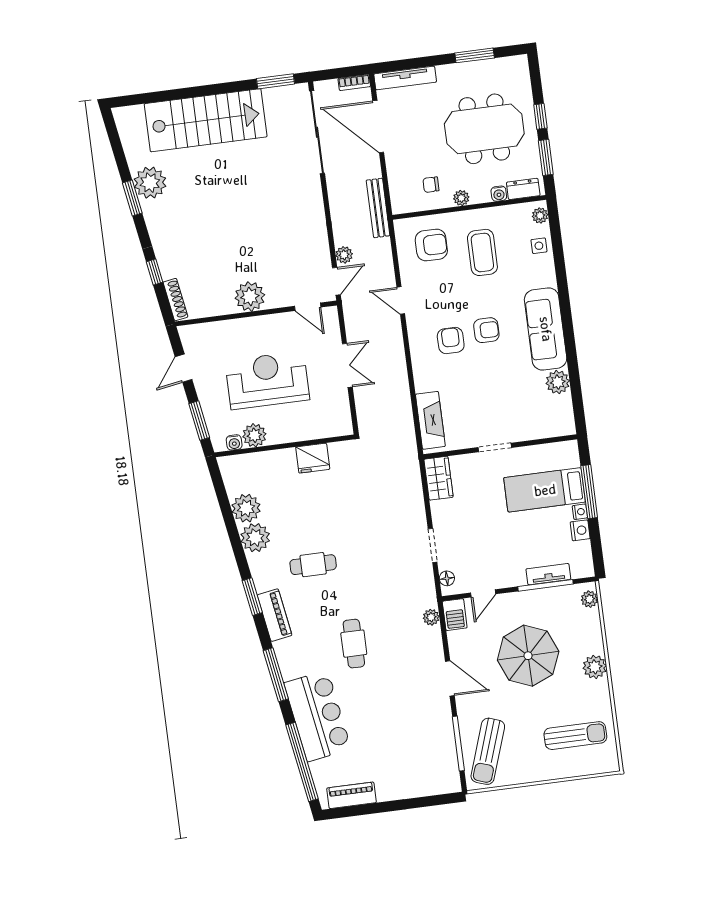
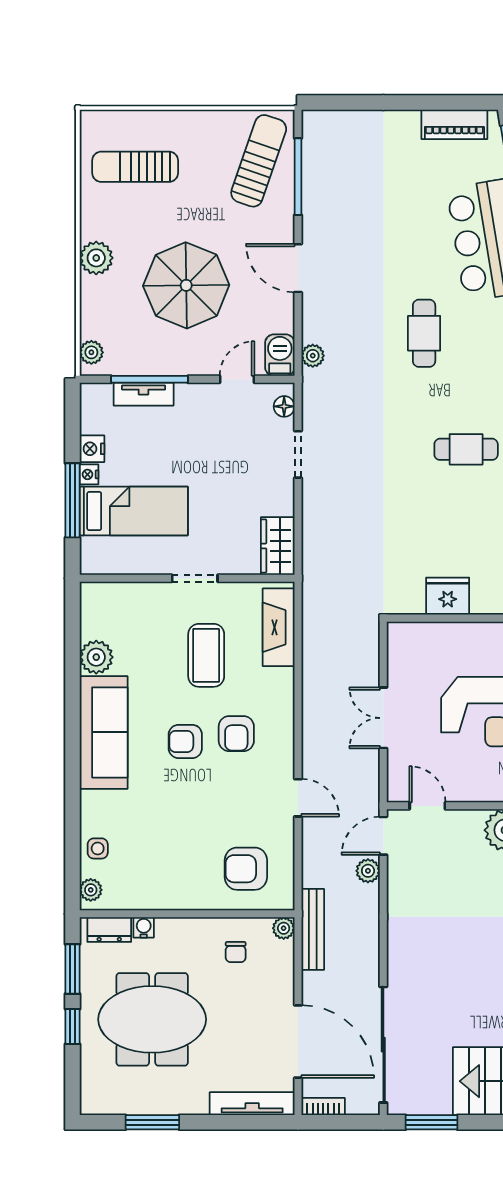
chair: (431, 185) -> (236, 952), turned 90
plant: (461, 198) -> (284, 928), moved
coffee table: (482, 252) -> (206, 655), moved

